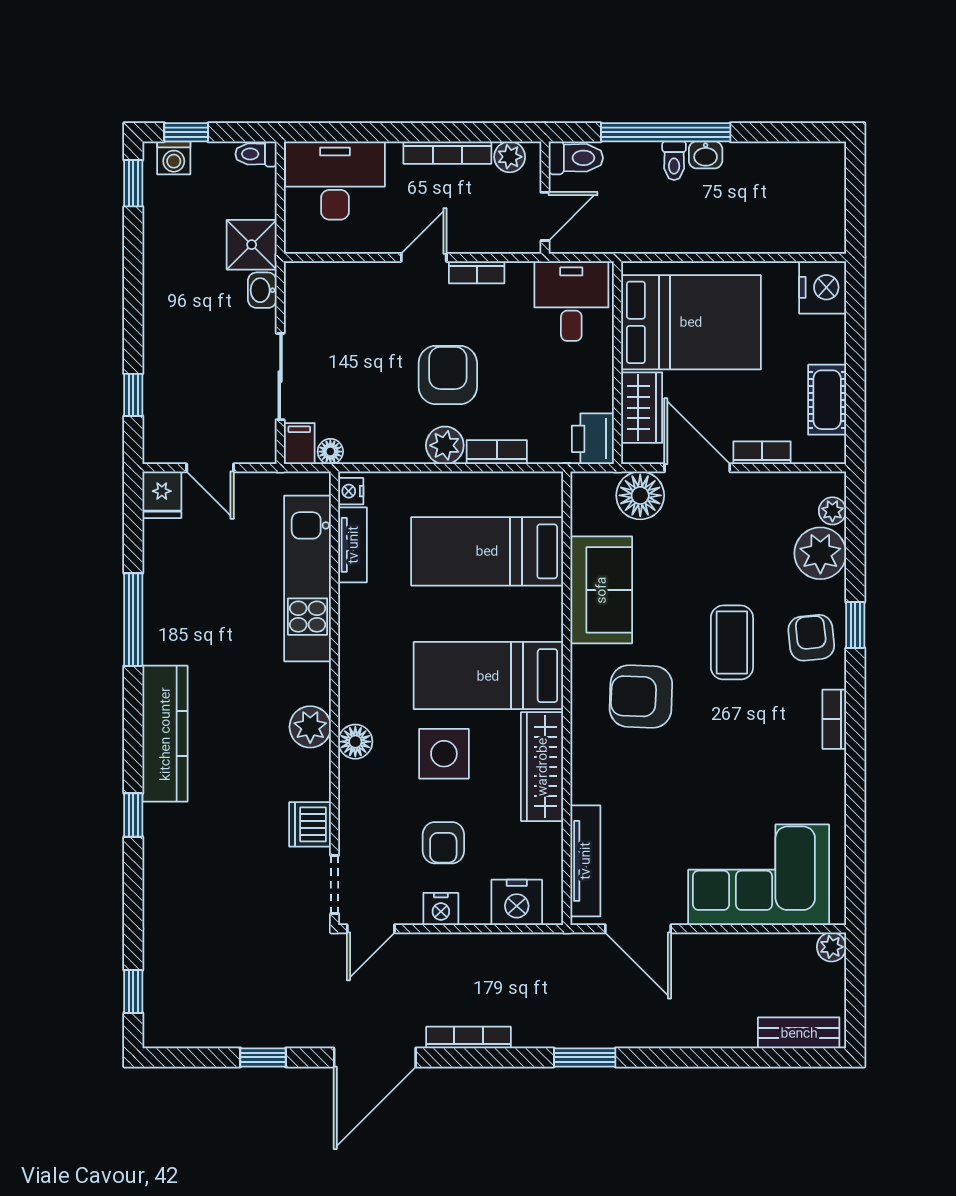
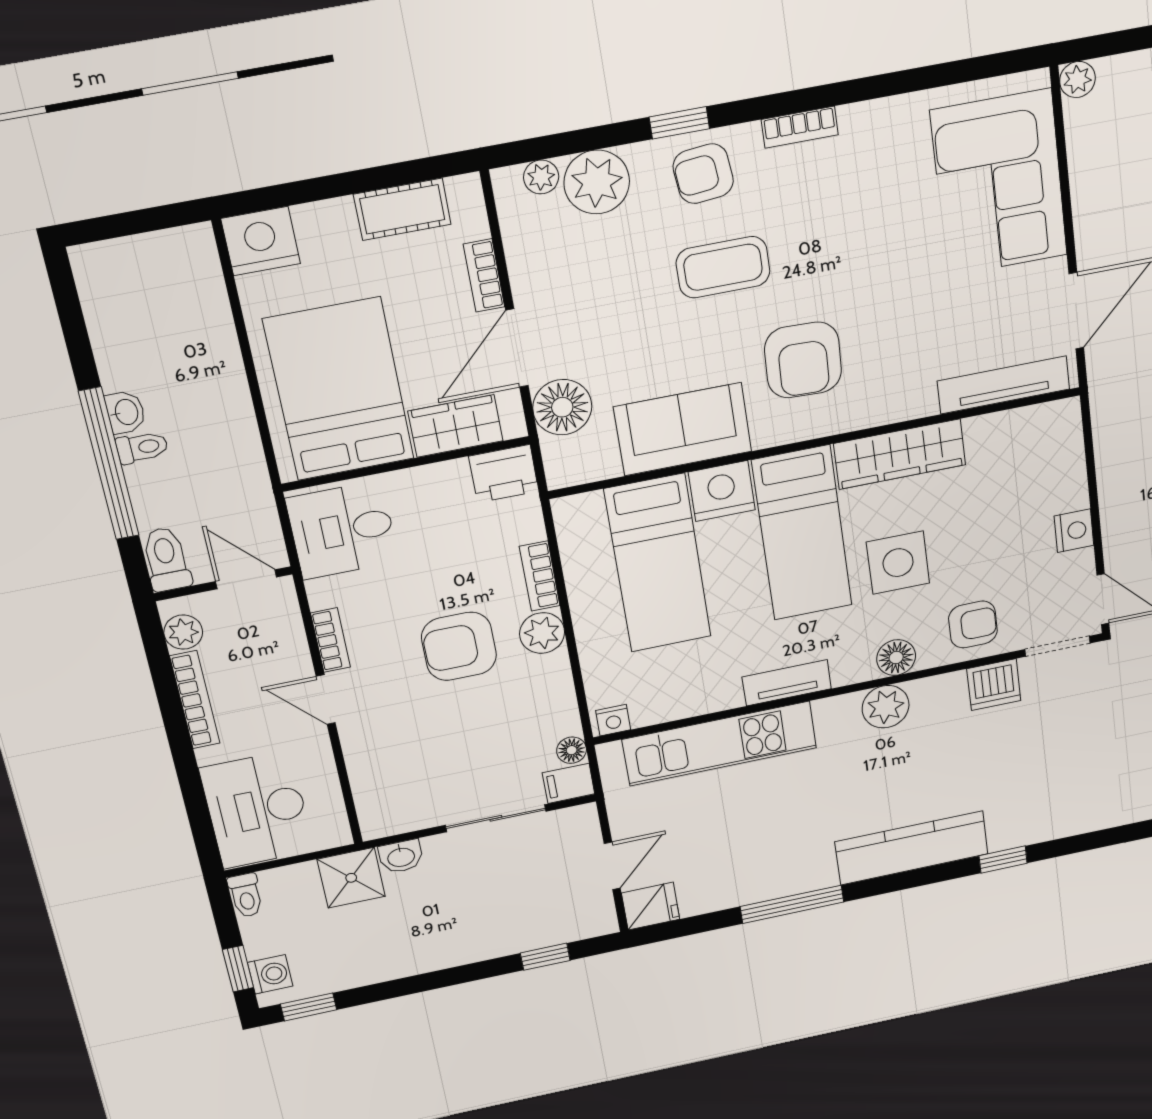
tv unit: (353, 545) -> (787, 683), moved
armchair: (443, 843) -> (973, 624), moved
nightstand: (517, 902) -> (722, 491), moved, turned -90

